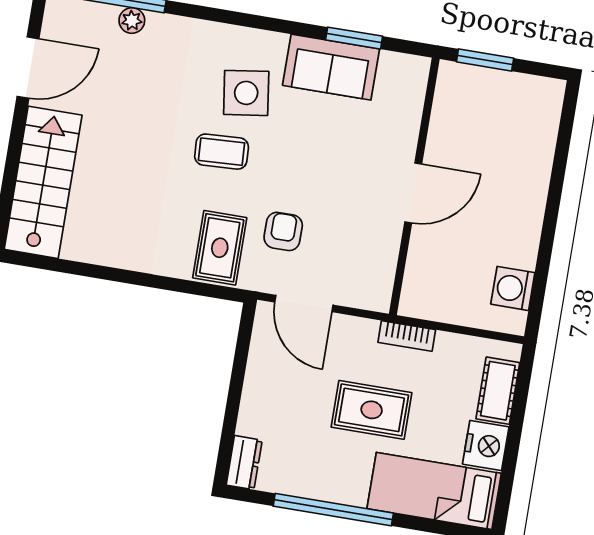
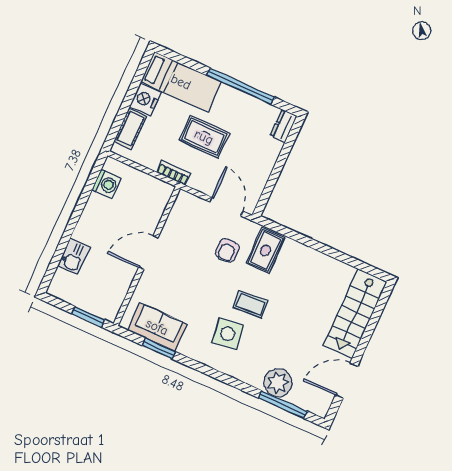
plant: (132, 21) -> (278, 383), width x1.88, depth x1.88
sofa: (331, 67) -> (157, 327), moved
kitchen sink: (536, 154) -> (74, 256), added

